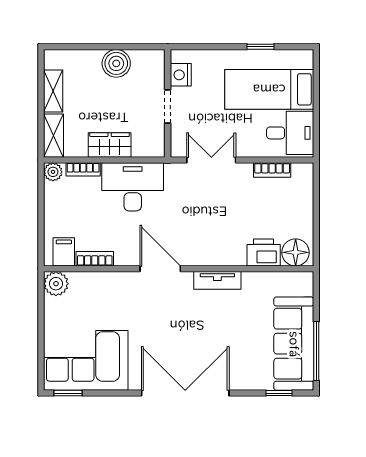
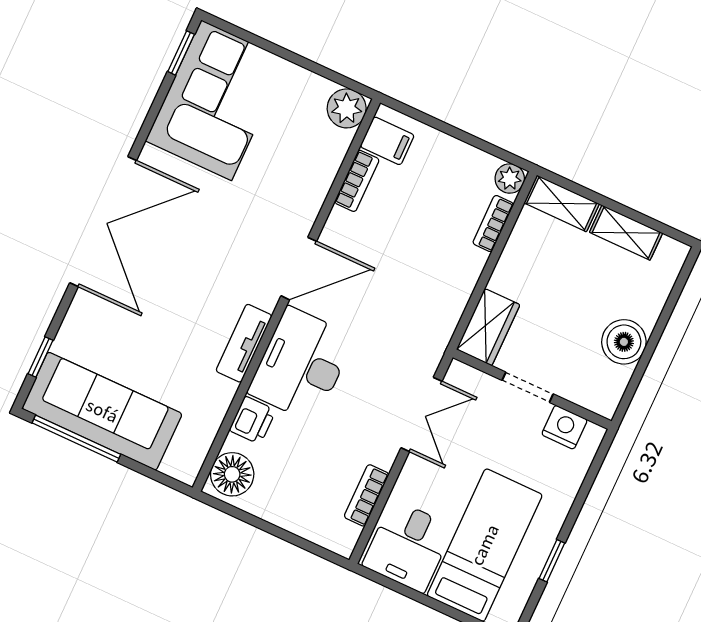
wardrobe: (110, 145) -> (488, 327), moved
desk: (133, 187) -> (301, 365), moved, turned 180
printer: (264, 252) -> (253, 420), width x0.73, depth x0.81

